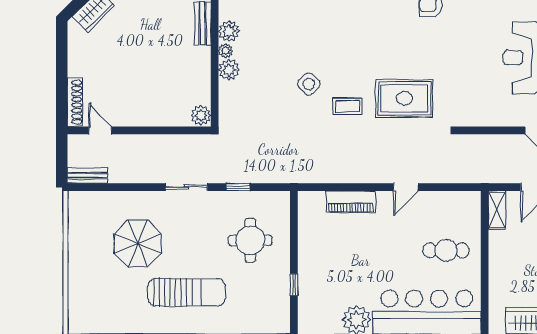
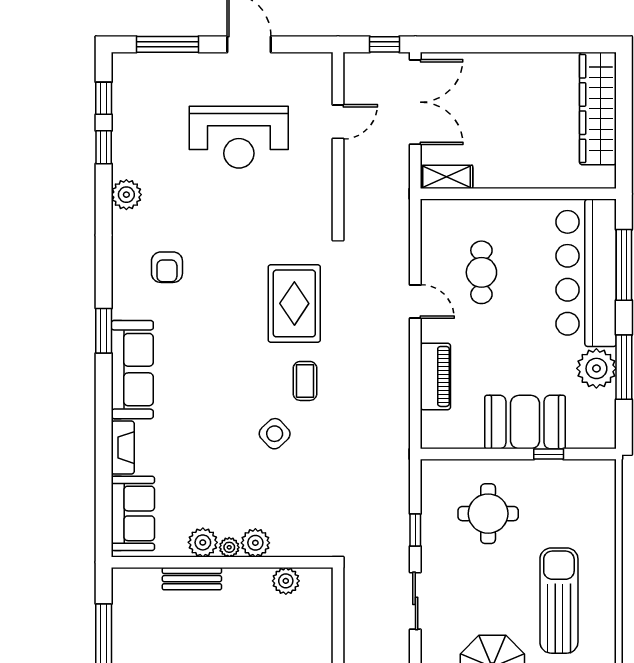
plant: (201, 115) -> (286, 581), moved
cafe table: (446, 250) -> (481, 272), moved
booth: (317, 267) -> (525, 422), added

